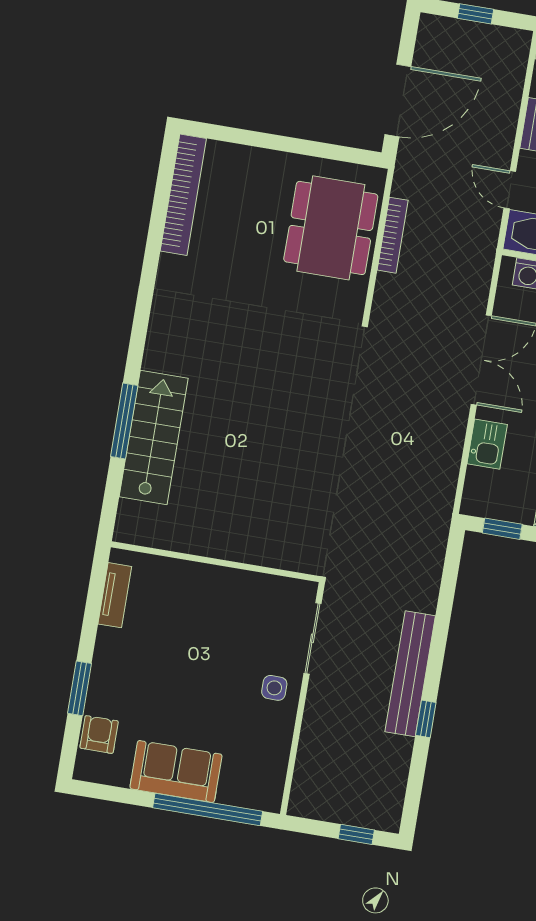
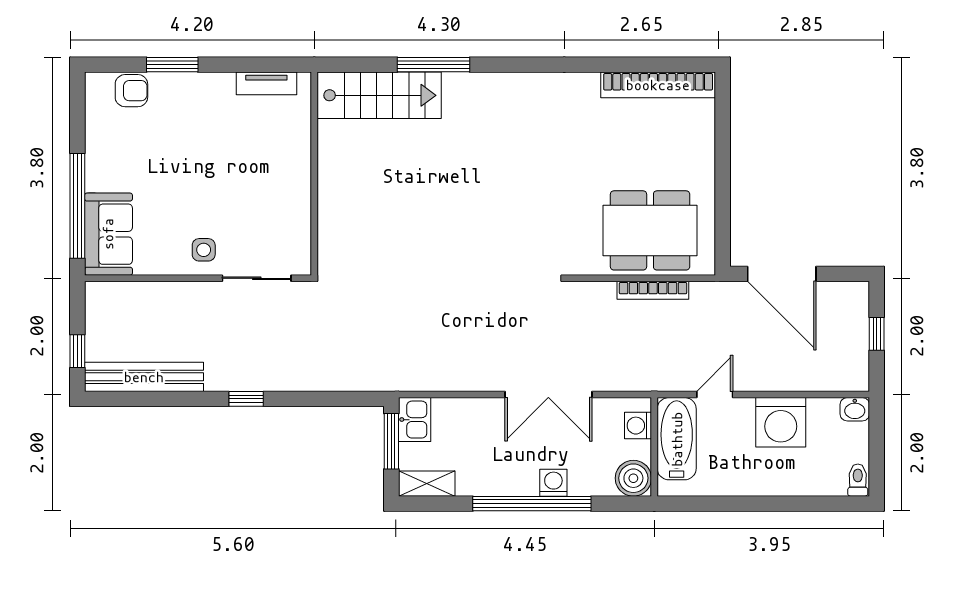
stairs: (154, 438) -> (379, 95), moved
kitchen sink: (487, 444) -> (415, 420), moved, turned -90
window: (502, 529) -> (391, 441), width x1.50
bench: (410, 674) -> (144, 377), moved
window: (426, 719) -> (246, 399), moved
sofa: (176, 772) -> (108, 234), moved

